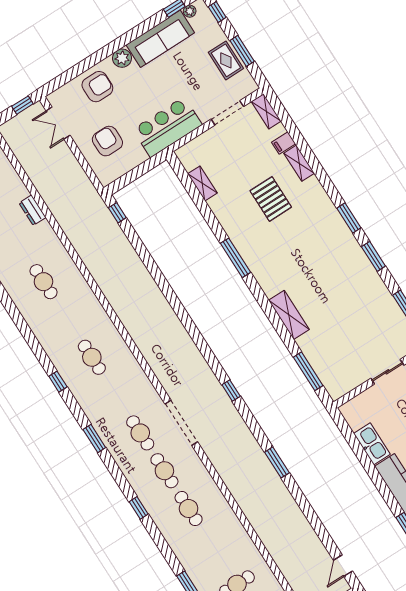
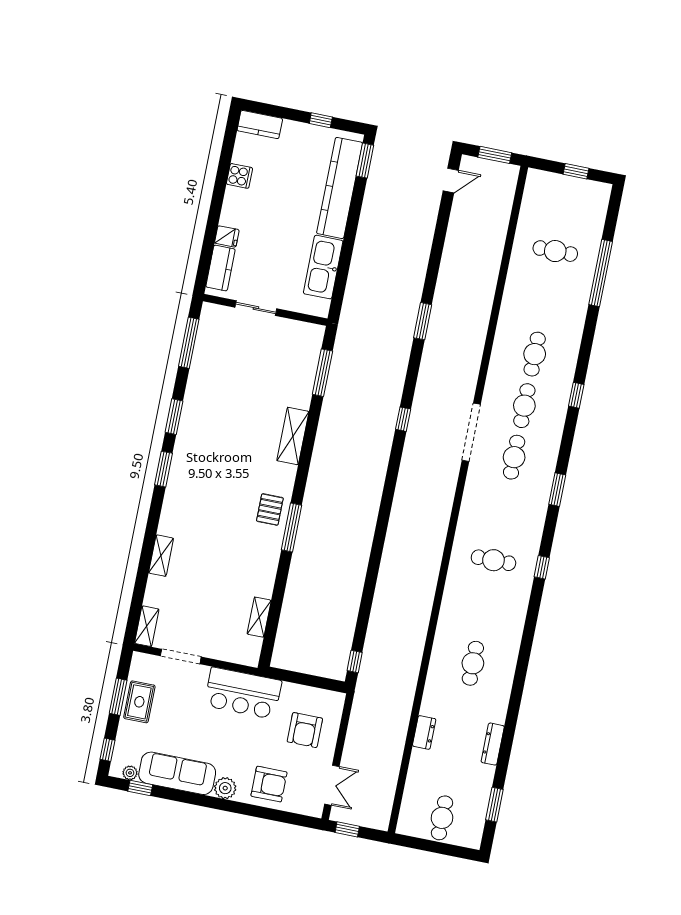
armchair: (97, 87) -> (269, 784), turned 180
filing cabinet: (284, 143) -> (158, 585), removed
pallet: (271, 199) -> (270, 509), moved, width x0.67, depth x0.71
cafe table: (92, 357) -> (493, 560), turned 90
kitchen sink: (372, 444) -> (323, 267), width x1.36, depth x1.24

